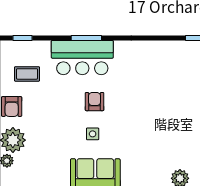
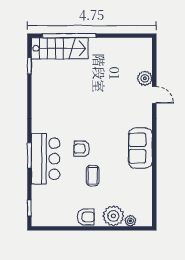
coffee table: (27, 74) -> (93, 176), moved
side table: (93, 134) -> (108, 150), removed

